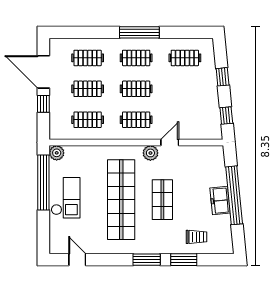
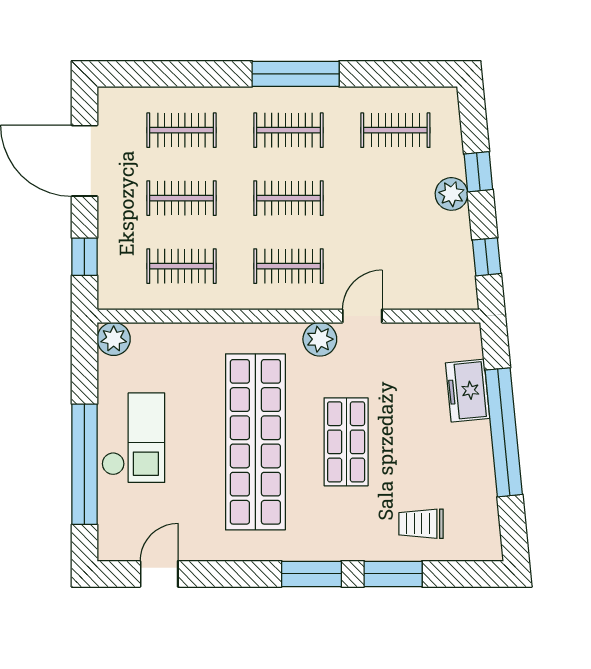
plant: (210, 87) -> (451, 194), added
window: (43, 104) -> (84, 257), moved
window: (43, 183) -> (84, 464), moved
freezer: (220, 201) -> (468, 391), moved
trolley: (196, 237) -> (421, 524), turned 180
door: (77, 260) -> (159, 574), hinge flipped

